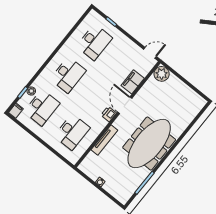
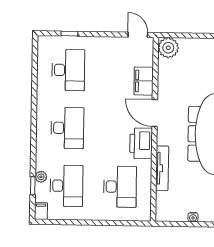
door: (150, 53) -> (138, 35), hinge flipped
printer: (109, 114) -> (141, 143), width x1.87, depth x1.48

